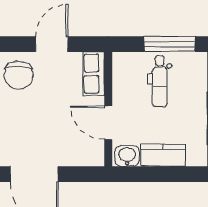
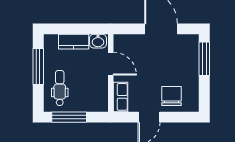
dental chair: (160, 81) -> (60, 88), moved

